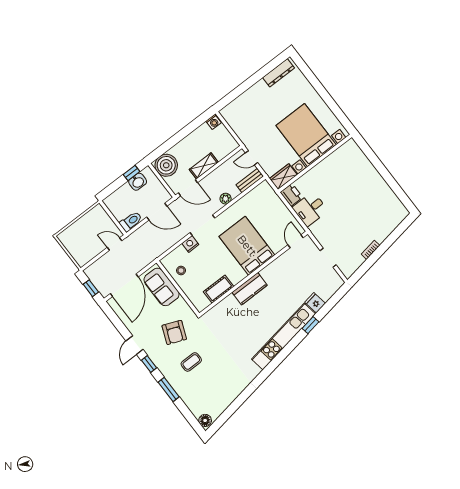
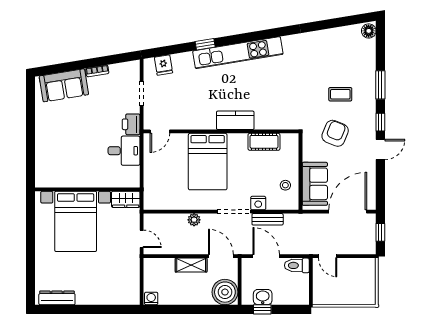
bench: (250, 181) -> (268, 219), moved
printer: (291, 195) -> (131, 124), moved
sofa: (386, 222) -> (64, 85), added
fridge: (315, 303) -> (163, 65), moved

